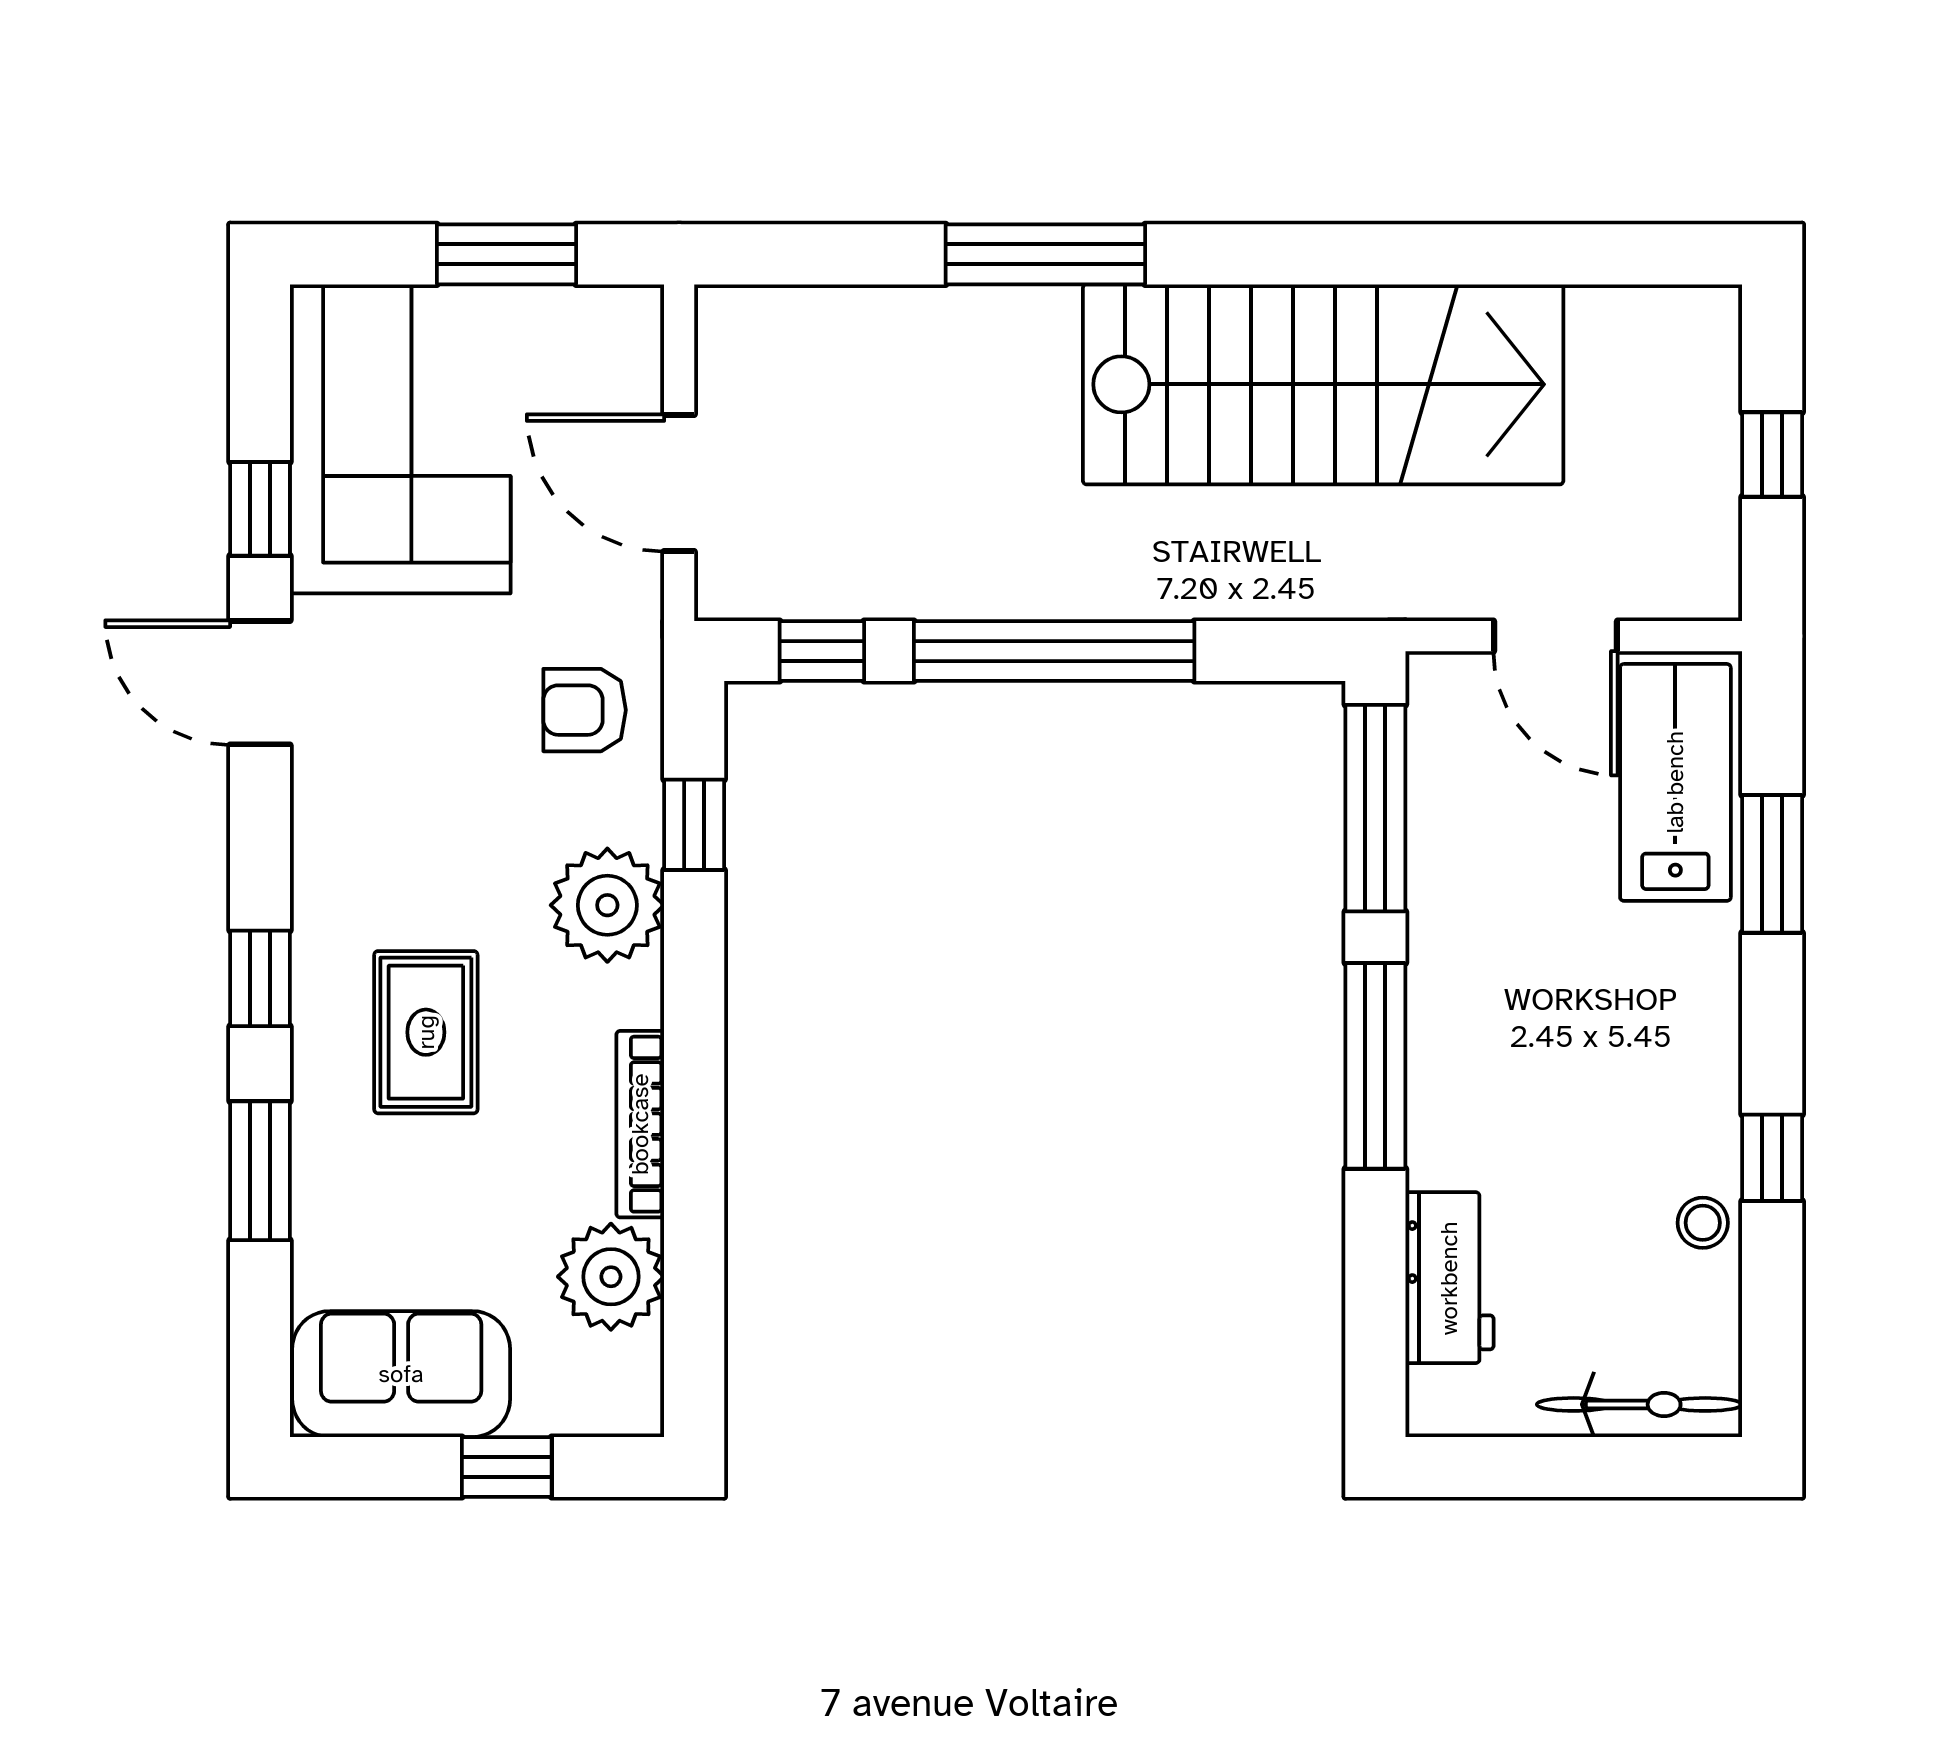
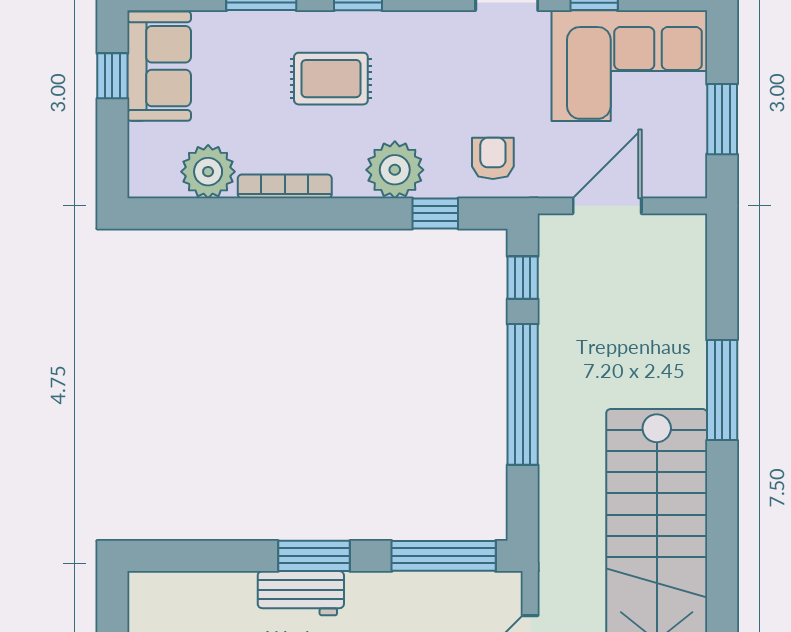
window: (1375, 1066) -> (314, 556), width x0.69
workbench: (1449, 1278) -> (301, 593), moved
window: (507, 1467) -> (112, 76), moved

